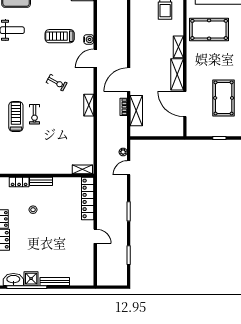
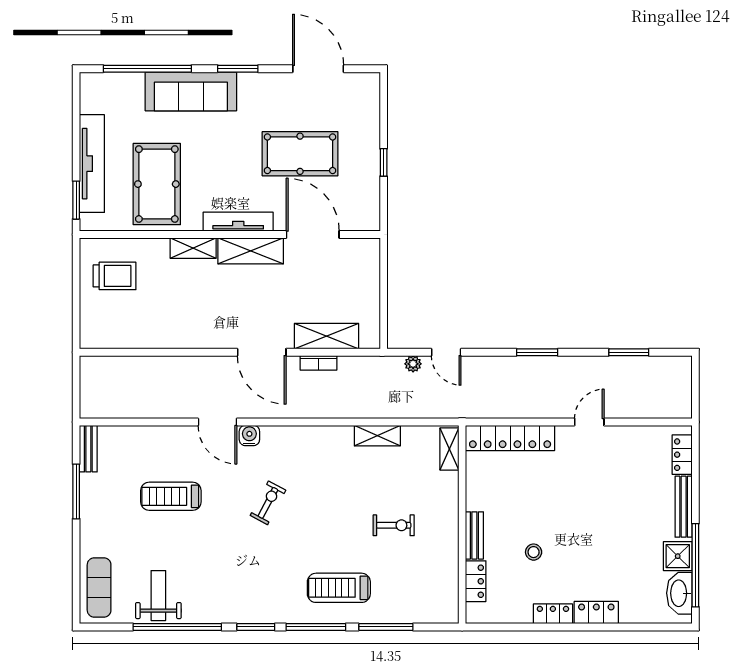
treadmill: (60, 36) -> (171, 496), turned 90
water cooler: (89, 39) -> (249, 435), moved
tv unit: (191, 68) -> (238, 222), added
door: (185, 104) -> (313, 234), swing flipped
shelving: (89, 105) -> (377, 436), moved
exercise bike: (35, 114) -> (394, 525), moved
locker: (80, 281) -> (682, 455), added

